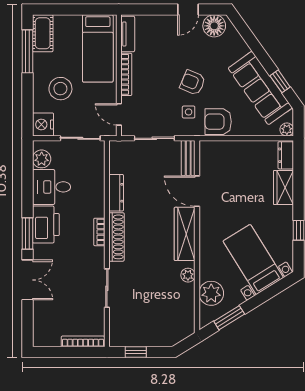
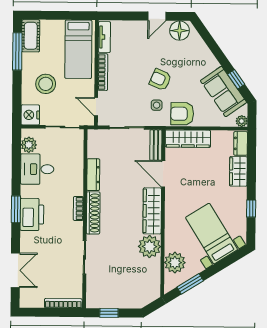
sofa: (260, 88) -> (224, 91), width x0.73
wardrobe: (225, 150) -> (188, 139), added
printer: (46, 225) -> (32, 214), moved
plant: (188, 275) -> (149, 247), width x1.88, depth x1.88
double door: (27, 280) -> (15, 270), moved

